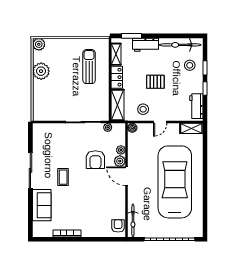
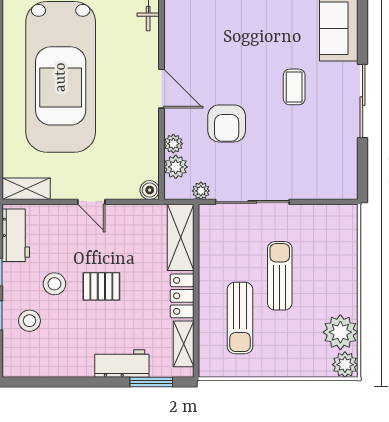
bicycle: (180, 45) -> (49, 363), removed
plant: (41, 71) -> (340, 332), moved
sun lounger: (70, 87) -> (280, 276), added
stool: (143, 109) -> (54, 284), moved
door: (160, 122) -> (91, 202), swing flipped
armchair: (95, 160) -> (227, 123), turned 180
plant: (120, 161) -> (176, 167), moved

